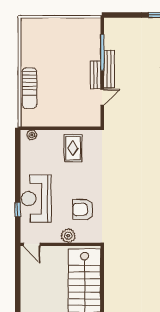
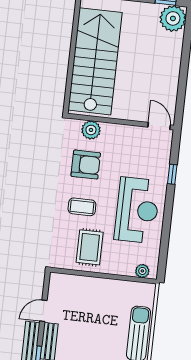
coffee table: (82, 178) -> (82, 207), added
reception desk: (36, 199) -> (137, 210), moved
plant: (68, 236) -> (91, 130), moved

